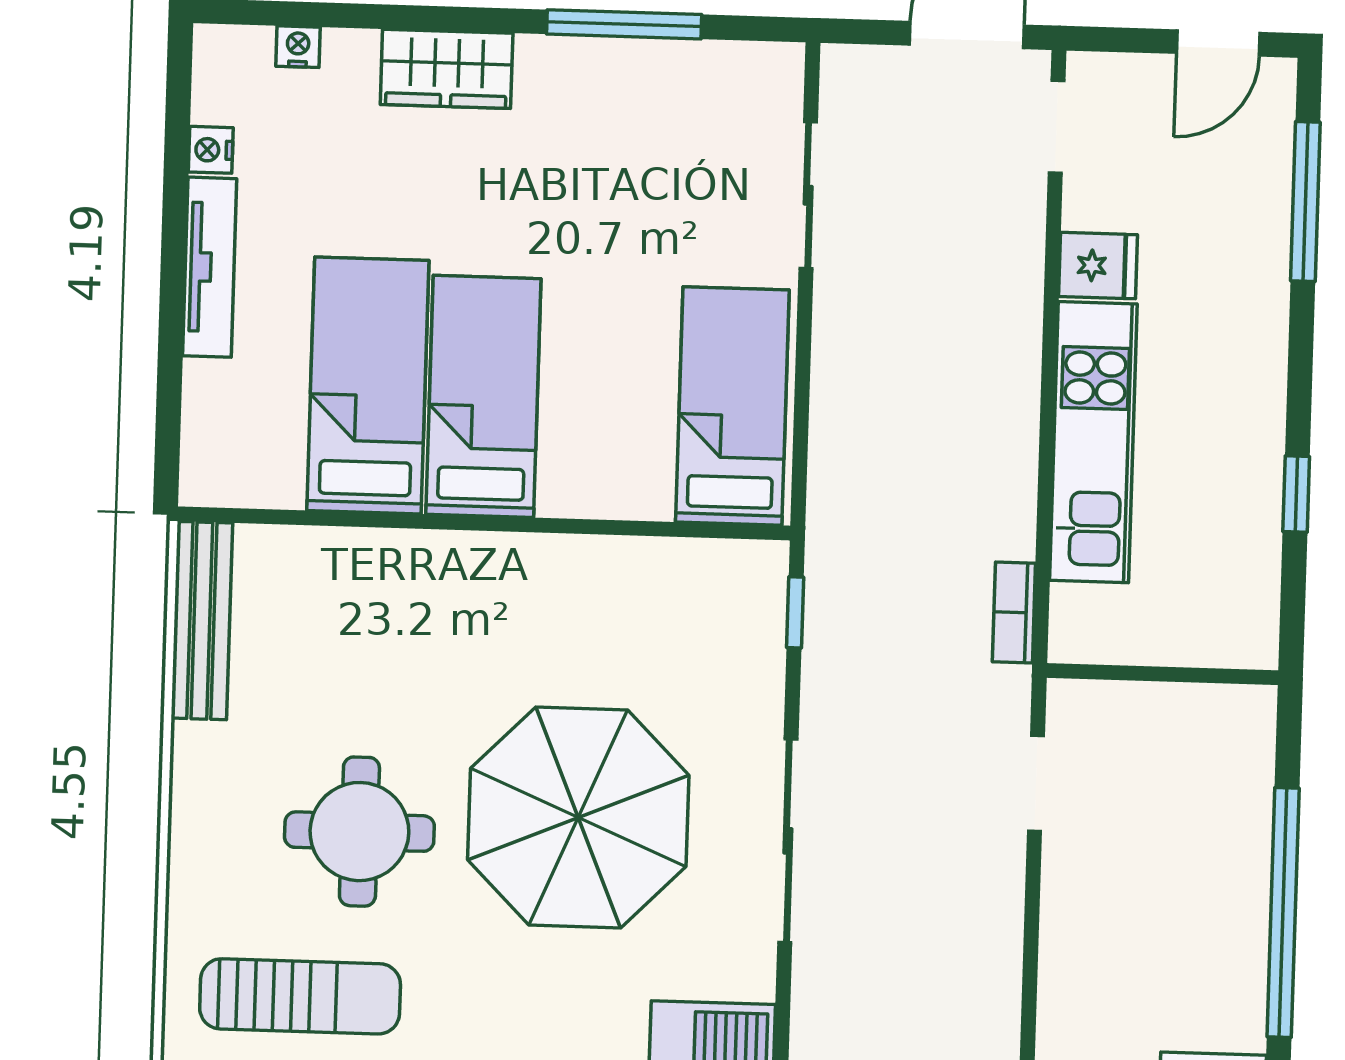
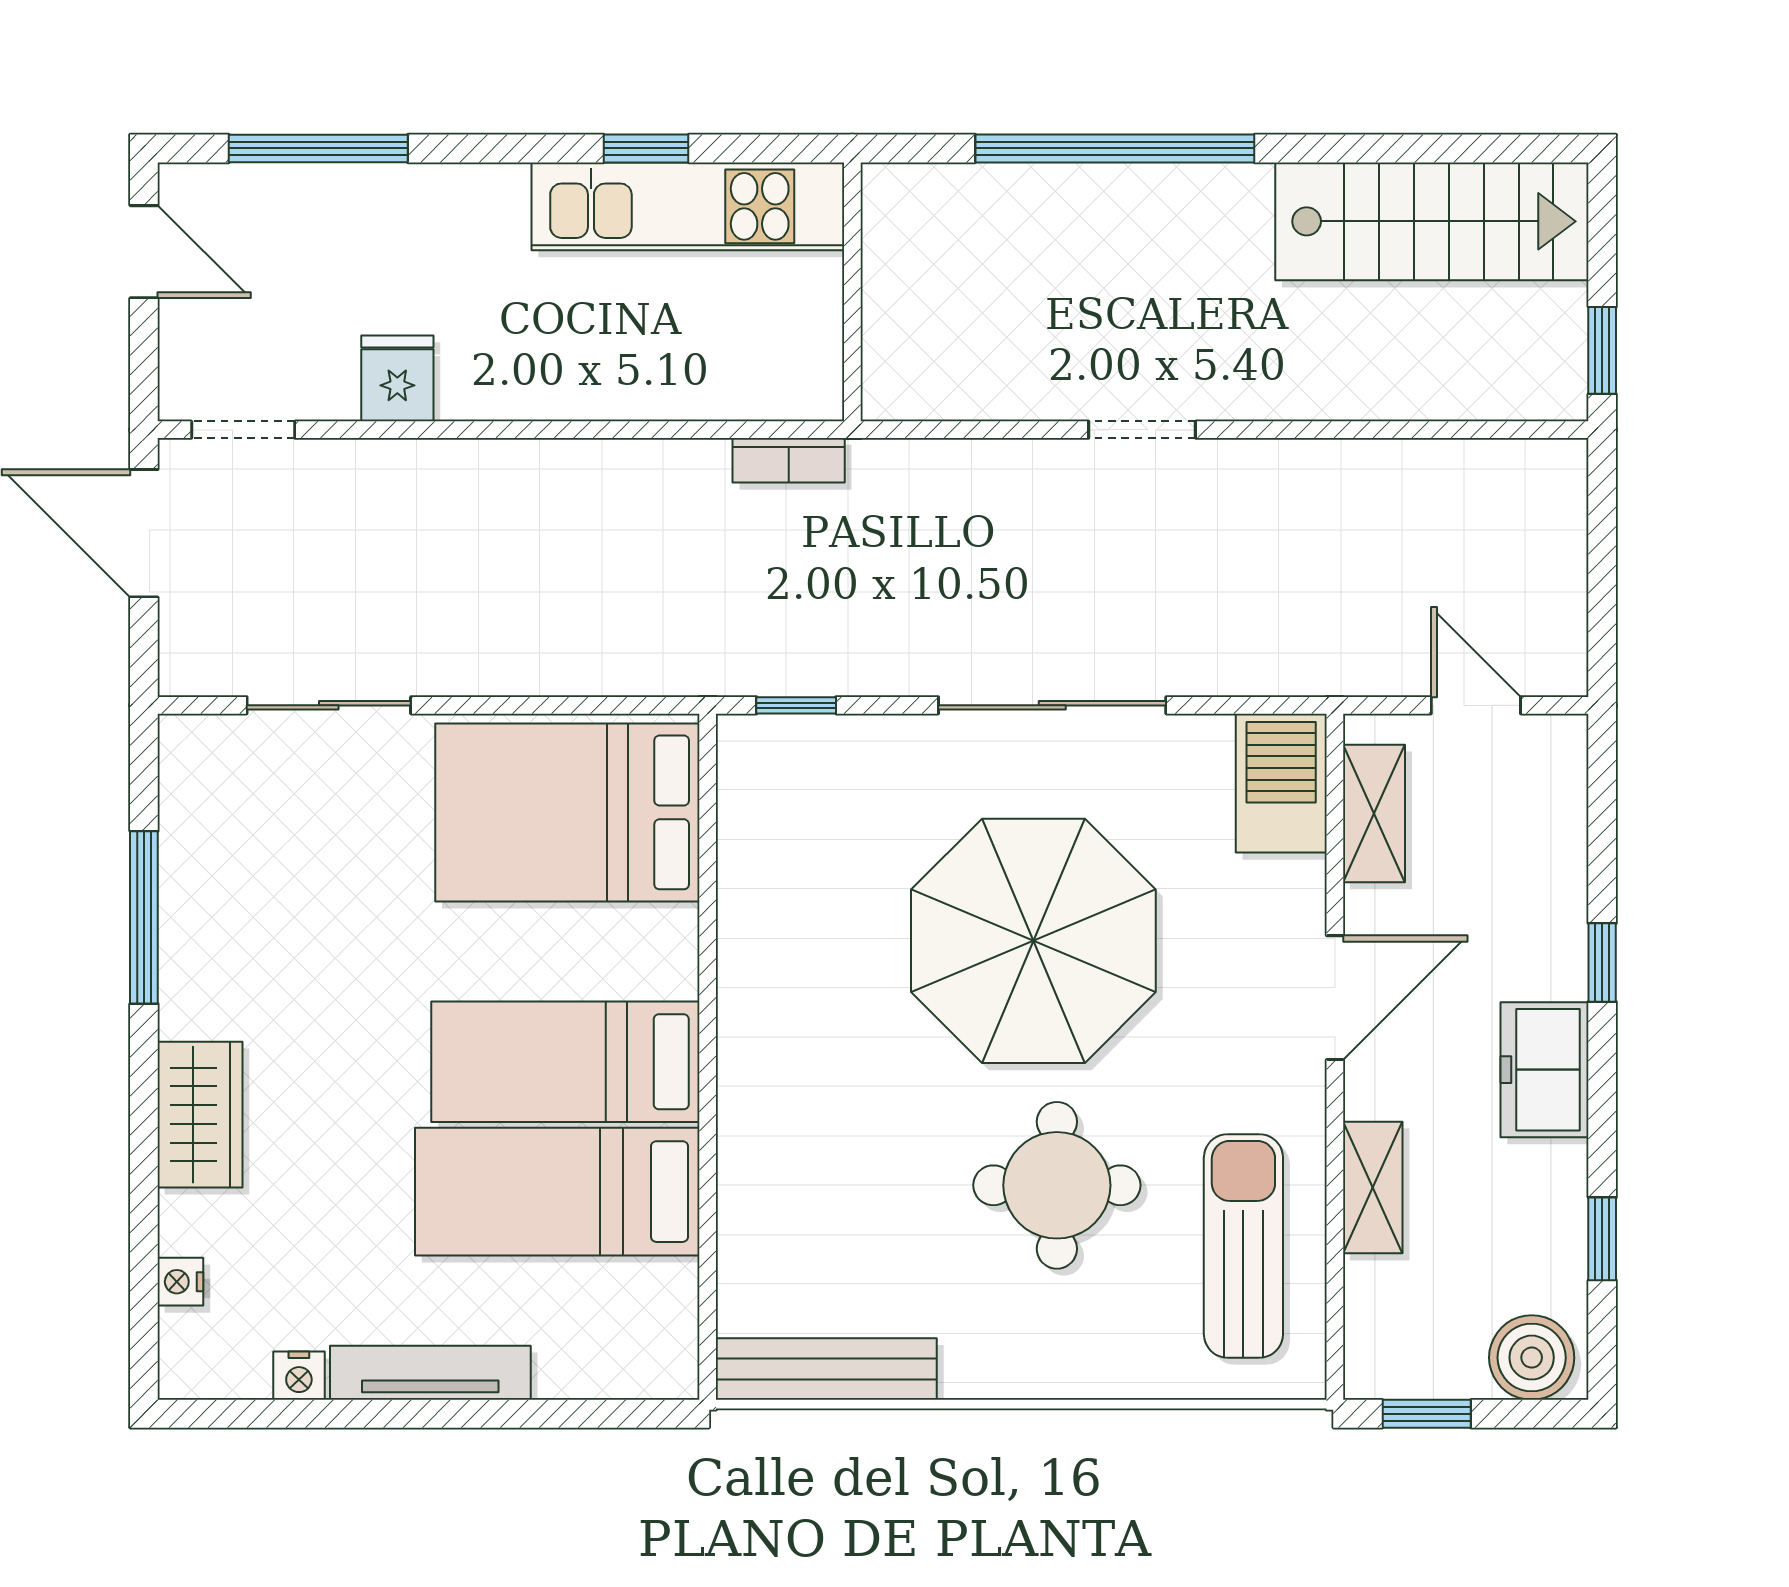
bed: (732, 406) -> (567, 812), width x1.50
kitchen unit: (1093, 442) -> (688, 206), moved, turned 180
doorway: (1036, 784) -> (1142, 430), moved

